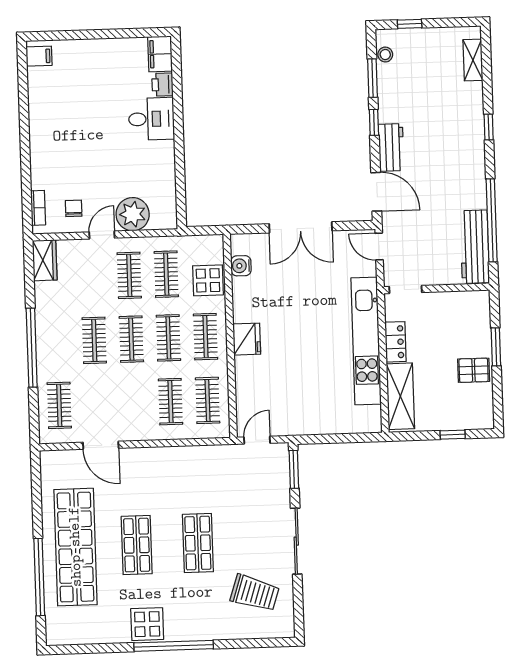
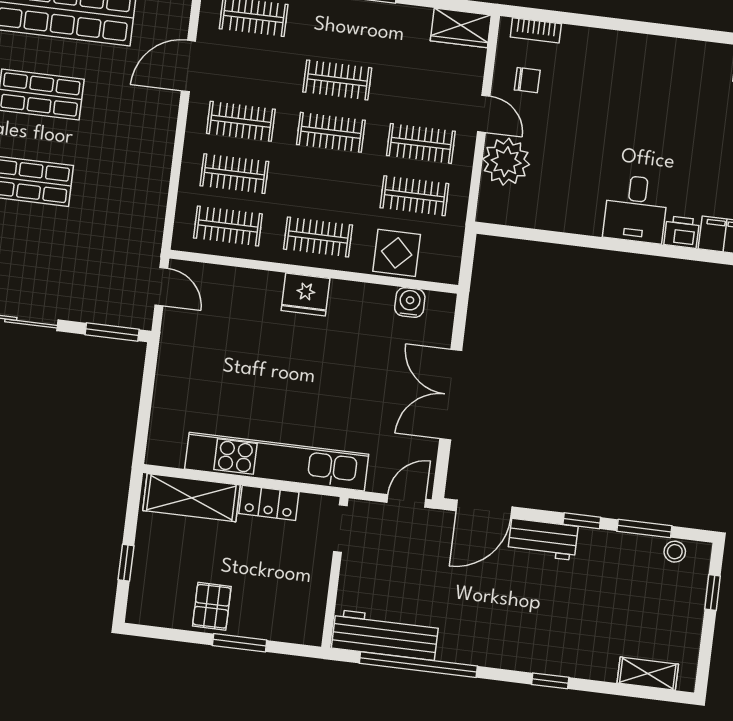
clothes rail: (168, 338) -> (241, 121), moved

